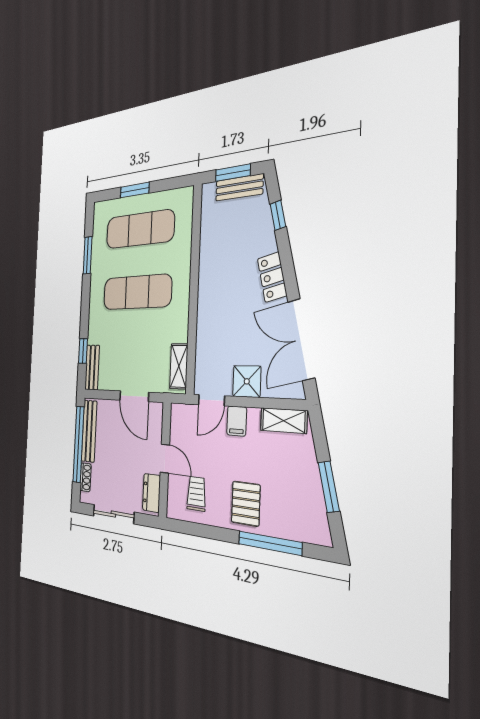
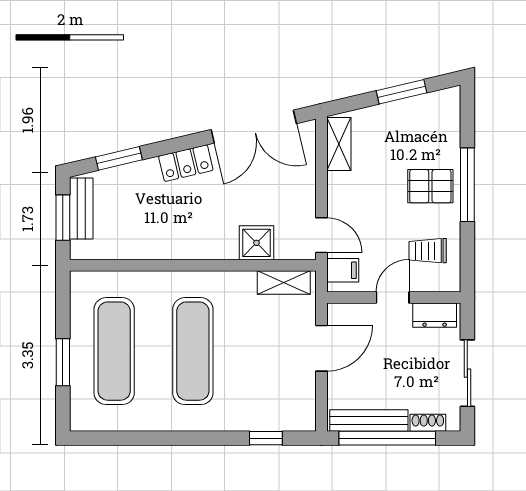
window: (278, 215) -> (119, 158), width x1.50
window: (88, 255) -> (140, 438), removed
bench: (92, 367) -> (287, 420), removed
shower: (247, 381) -> (256, 243), moved
filing cabinet: (237, 421) -> (343, 270), moved
window: (270, 543) -> (467, 185), moved

